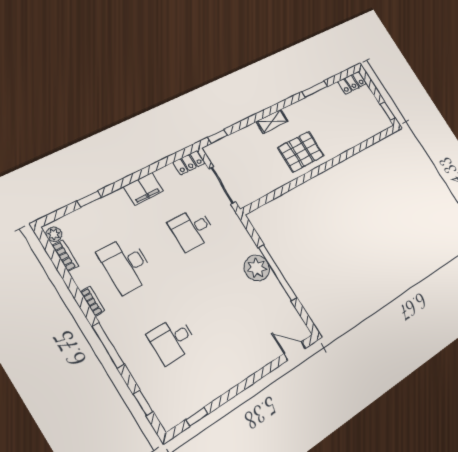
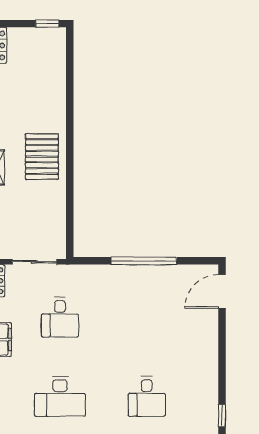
plant: (257, 268) -> (129, 278), removed
door: (295, 351) -> (222, 292), width x1.38

